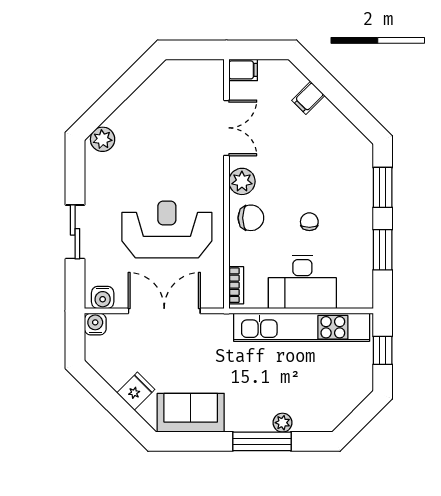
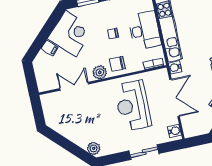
filing cabinet: (243, 70) -> (43, 84), removed
corner desk: (326, 143) -> (71, 34), added
chair: (251, 218) -> (117, 64), turned -90
double door: (164, 311) -> (175, 98), swing flipped
water cooler: (95, 324) -> (175, 67), moved

